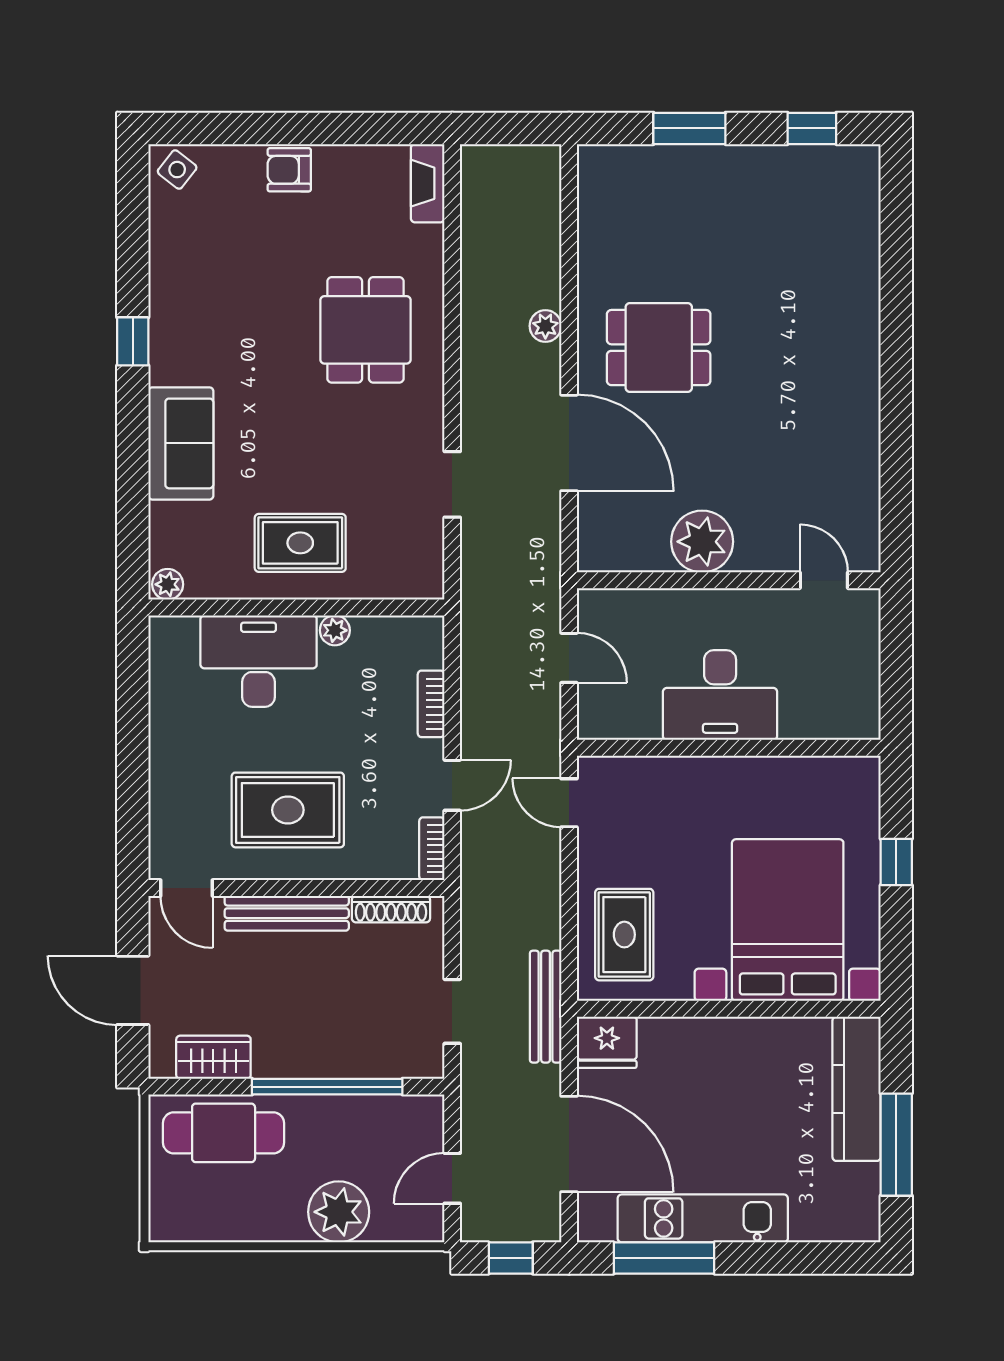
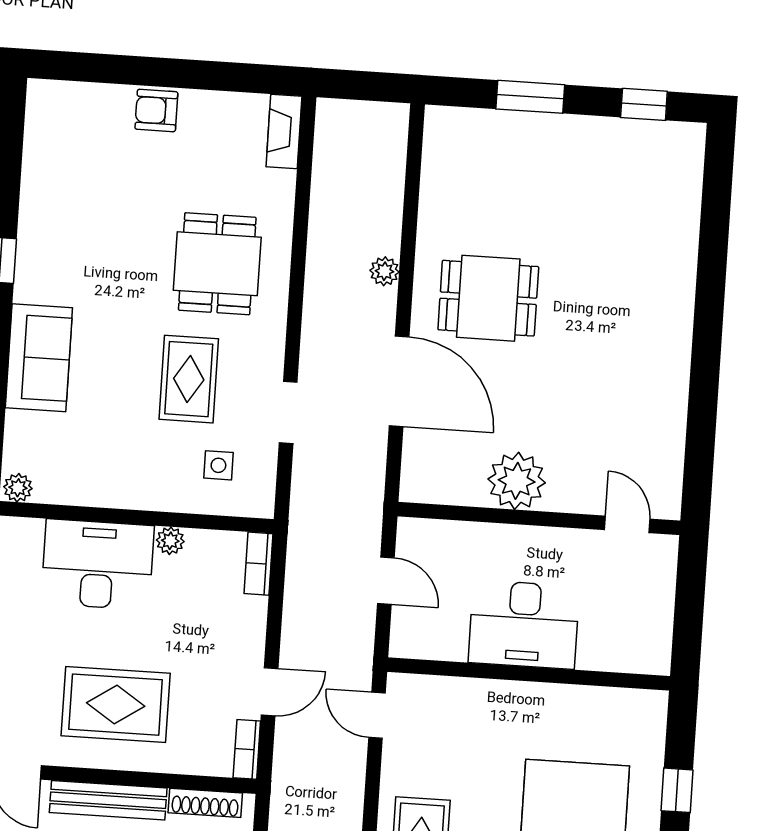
side table: (177, 170) -> (218, 465), moved, turned -38
rug: (300, 543) -> (189, 379), moved, turned 90
bookcase: (431, 704) -> (258, 564), moved

